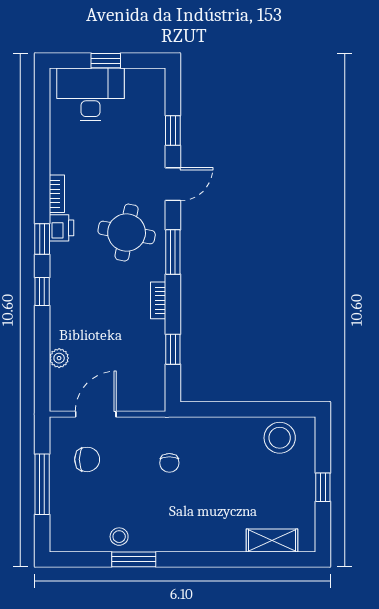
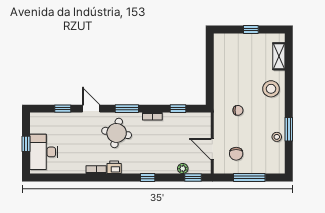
window: (42, 239) -> (193, 177), moved
stool: (280, 438) -> (271, 89), moved
chair: (87, 459) -> (236, 154), turned 180

